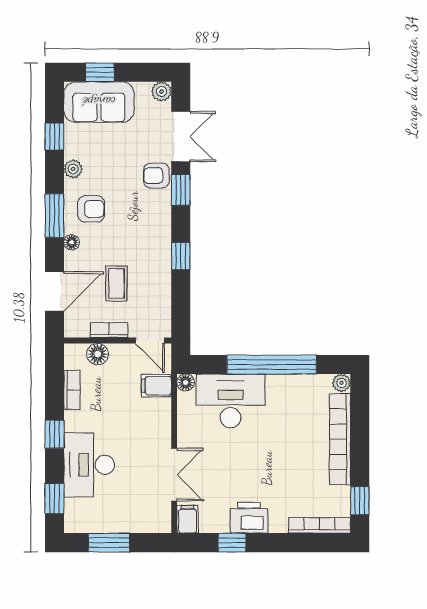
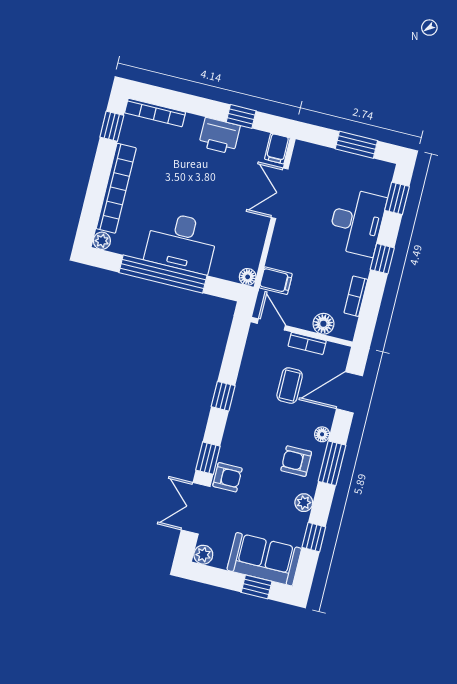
desk: (231, 401) -> (182, 242), moved

